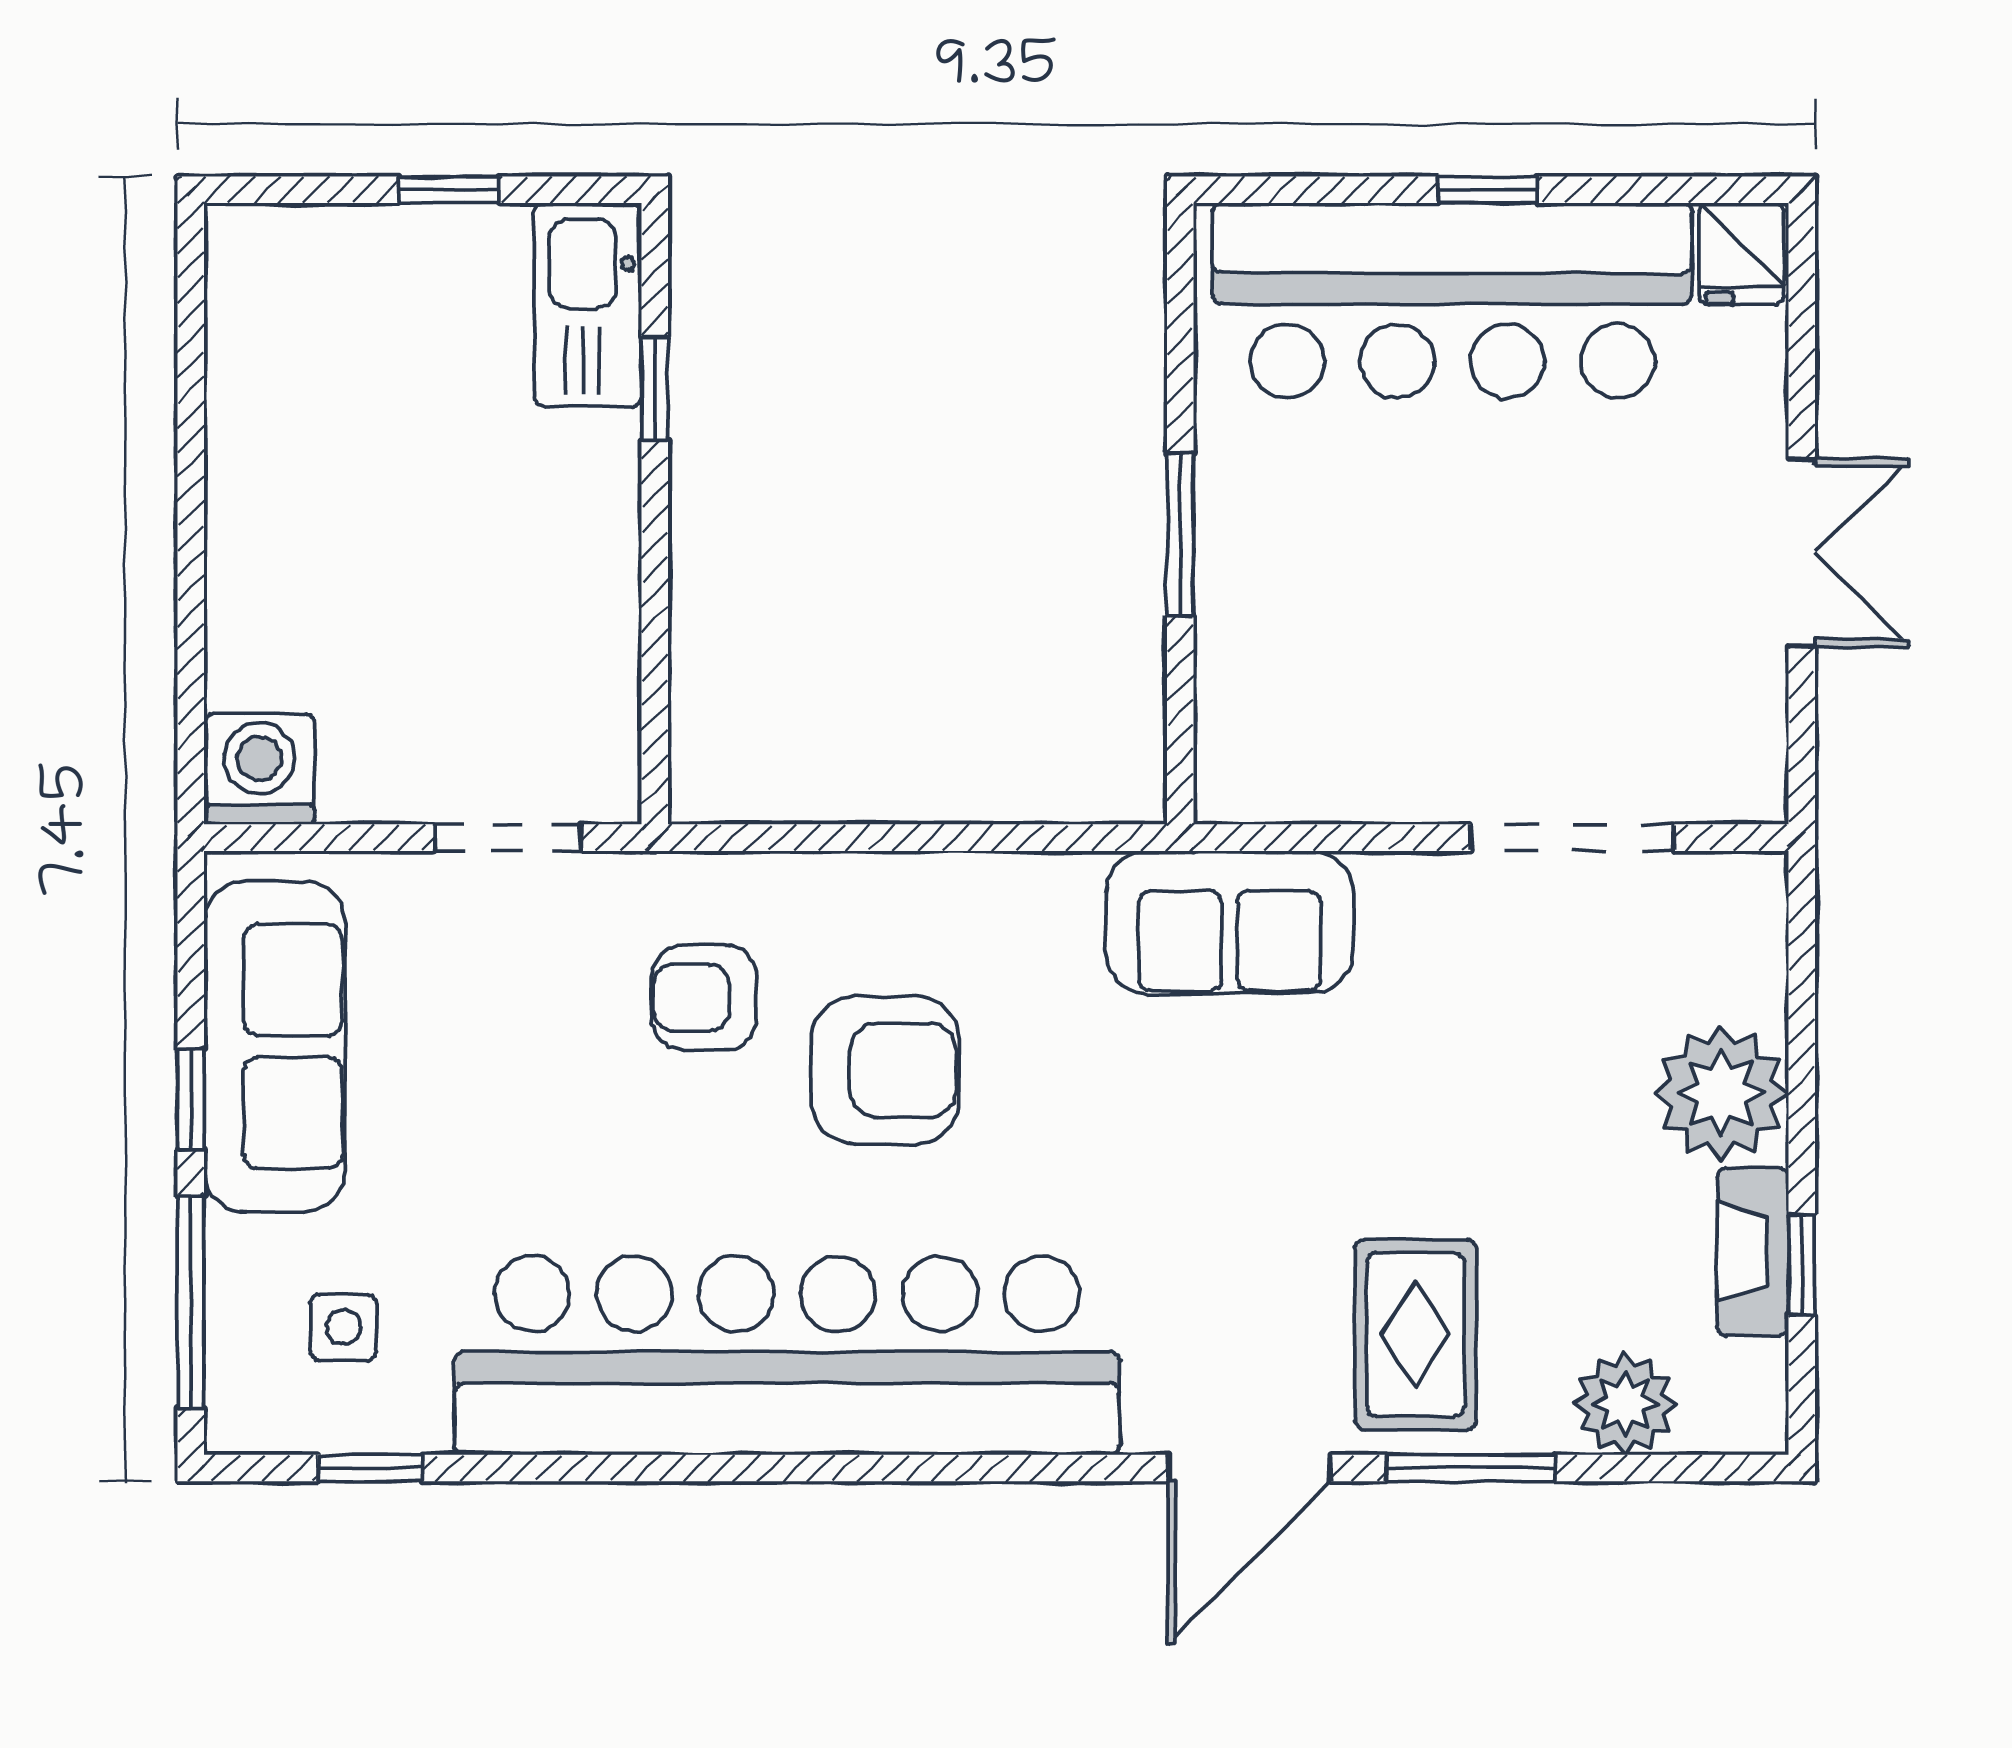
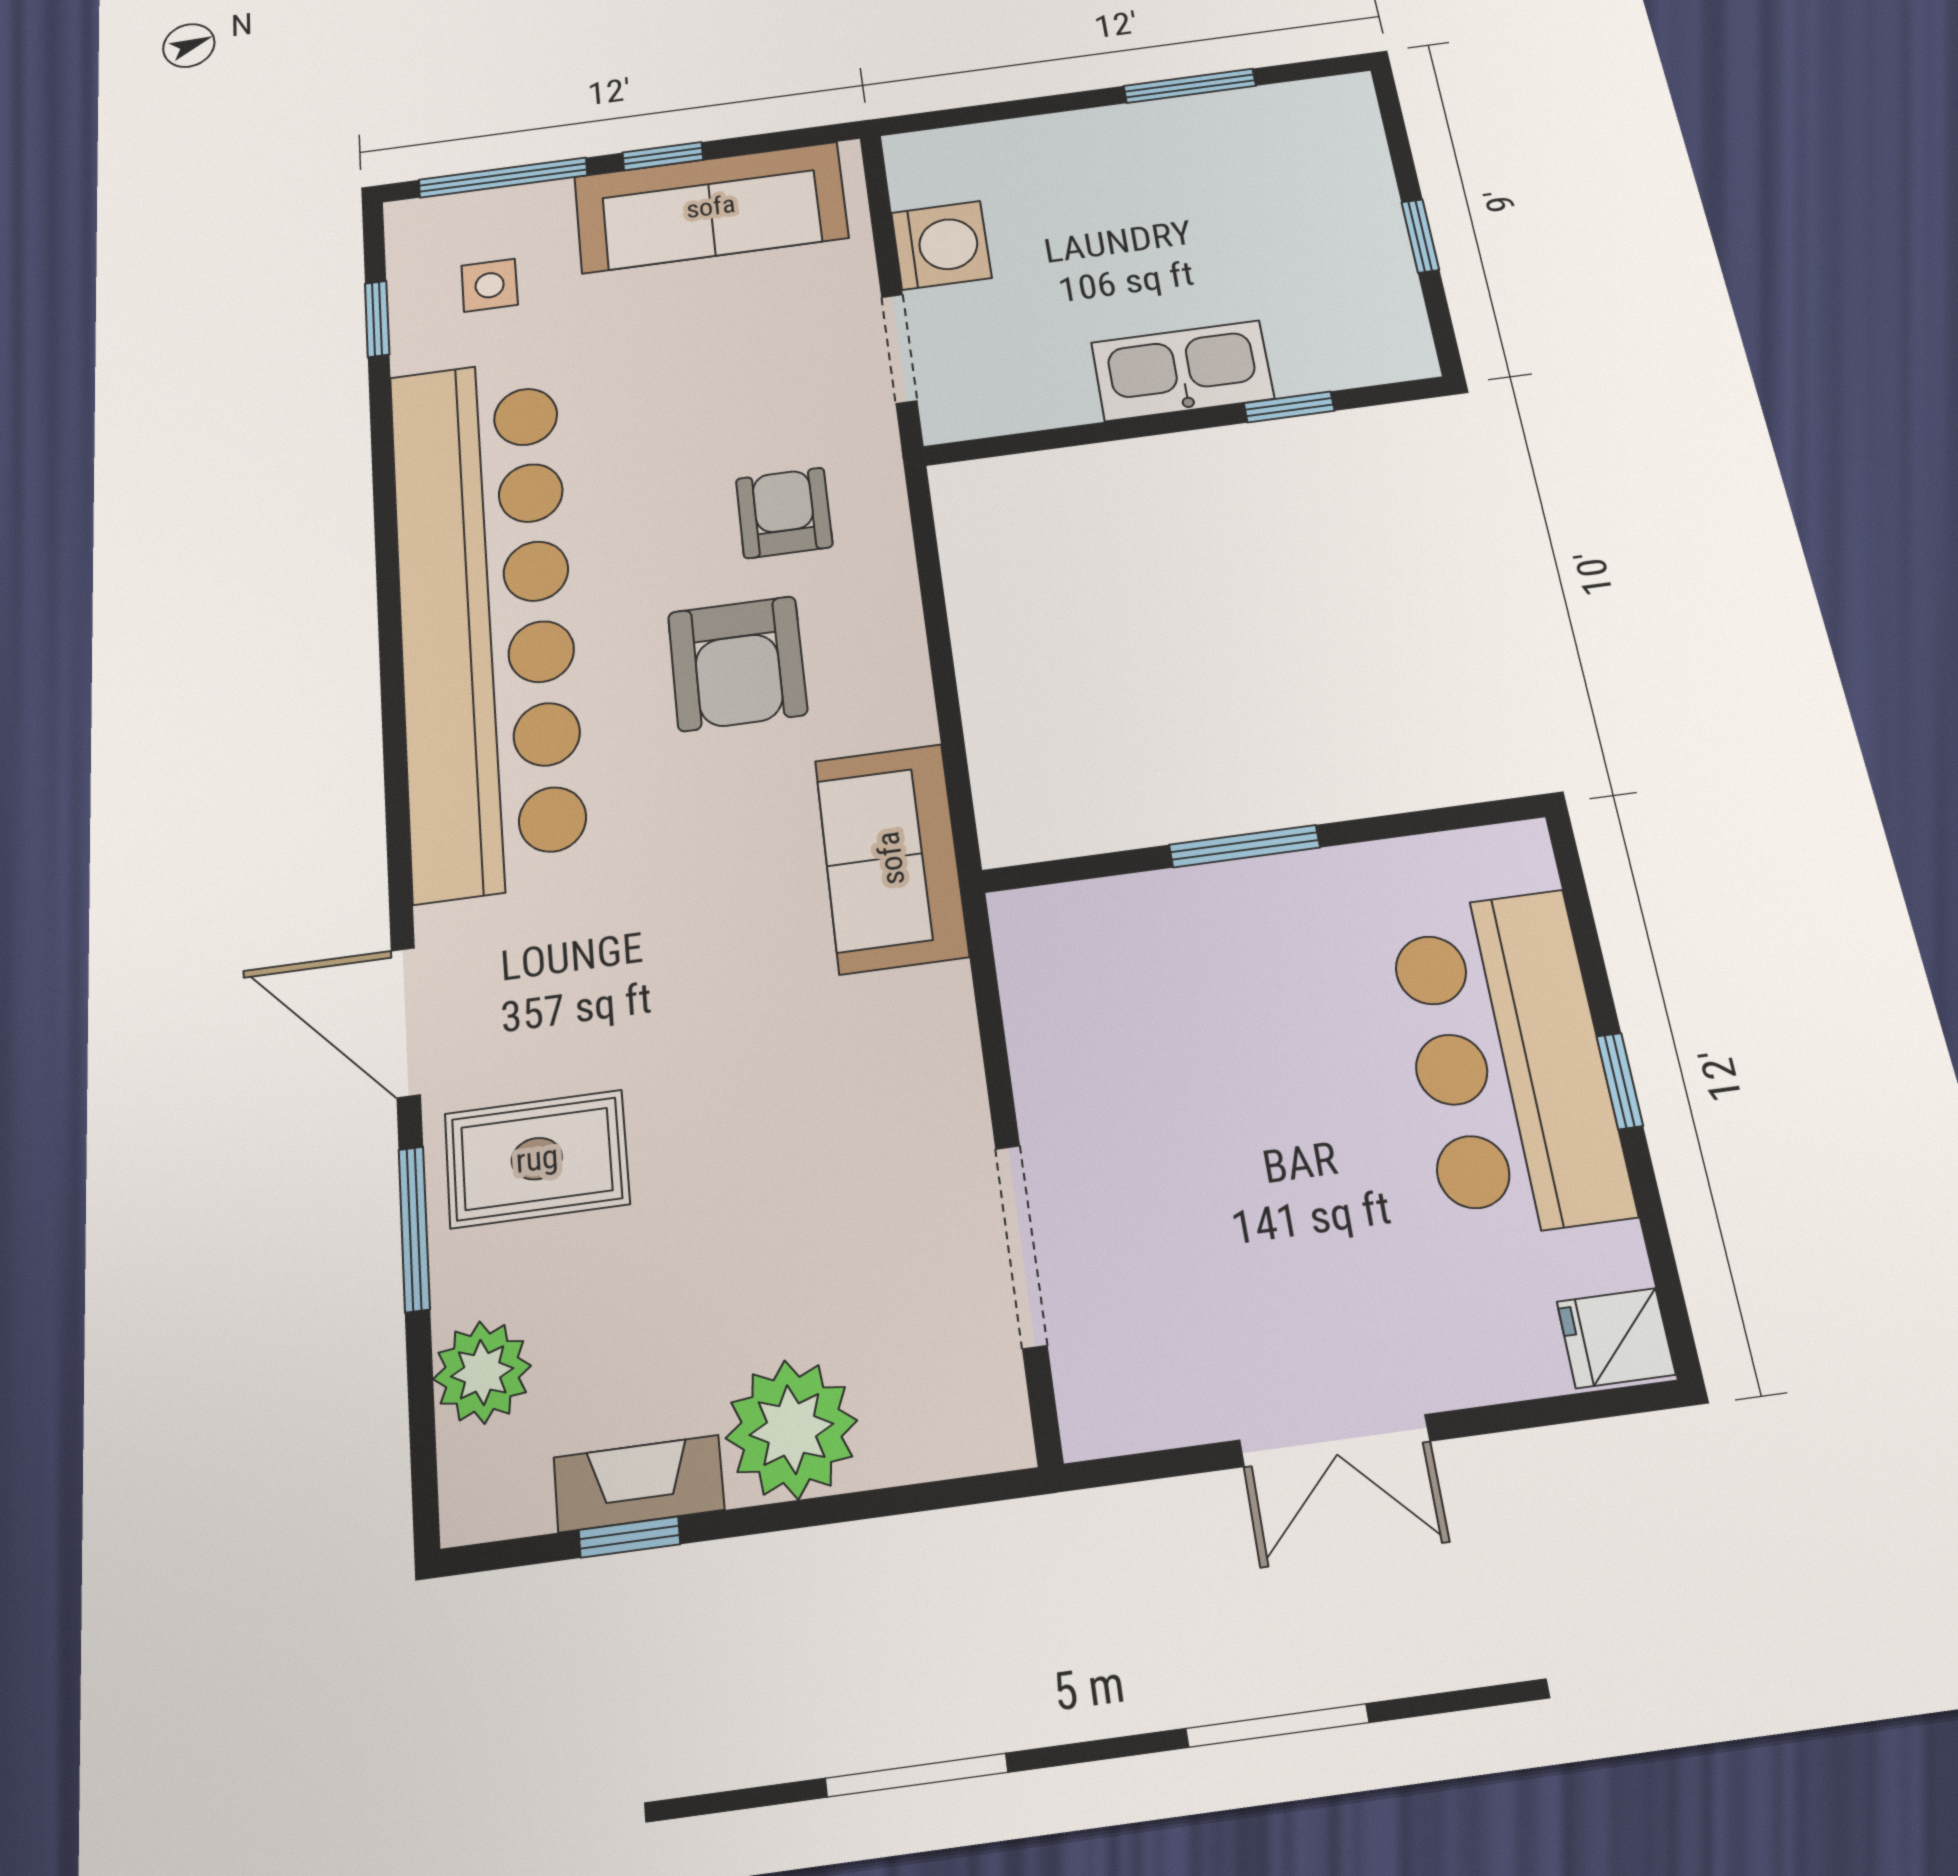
bar counter: (1452, 301) -> (1508, 1062), width x0.73
kitchen sink: (588, 305) -> (1182, 371), moved
window: (191, 430) -> (1190, 86), added
washing machine: (259, 769) -> (941, 245), moved
sofa: (1229, 922) -> (891, 858), moved

